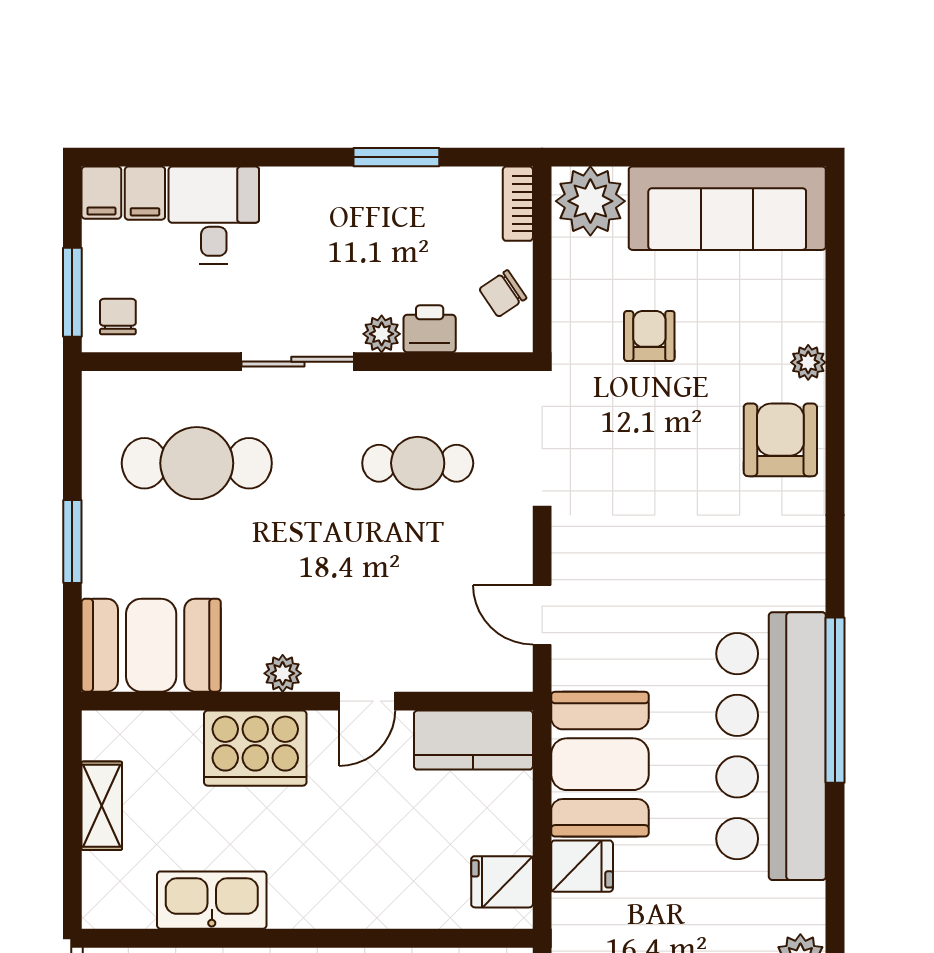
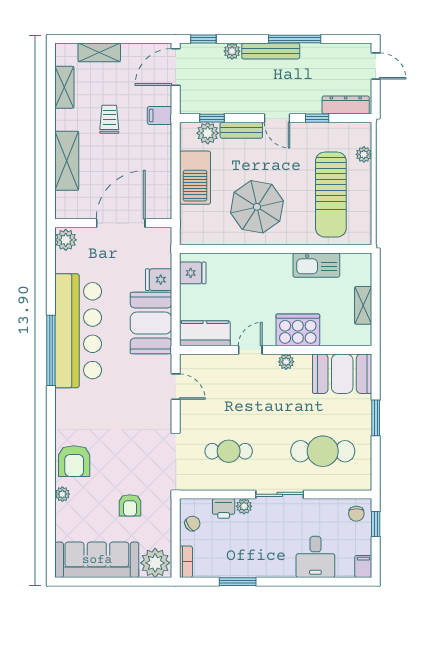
filing cabinet: (145, 193) -> (345, 566), removed
window: (72, 292) -> (376, 524), width x0.67

